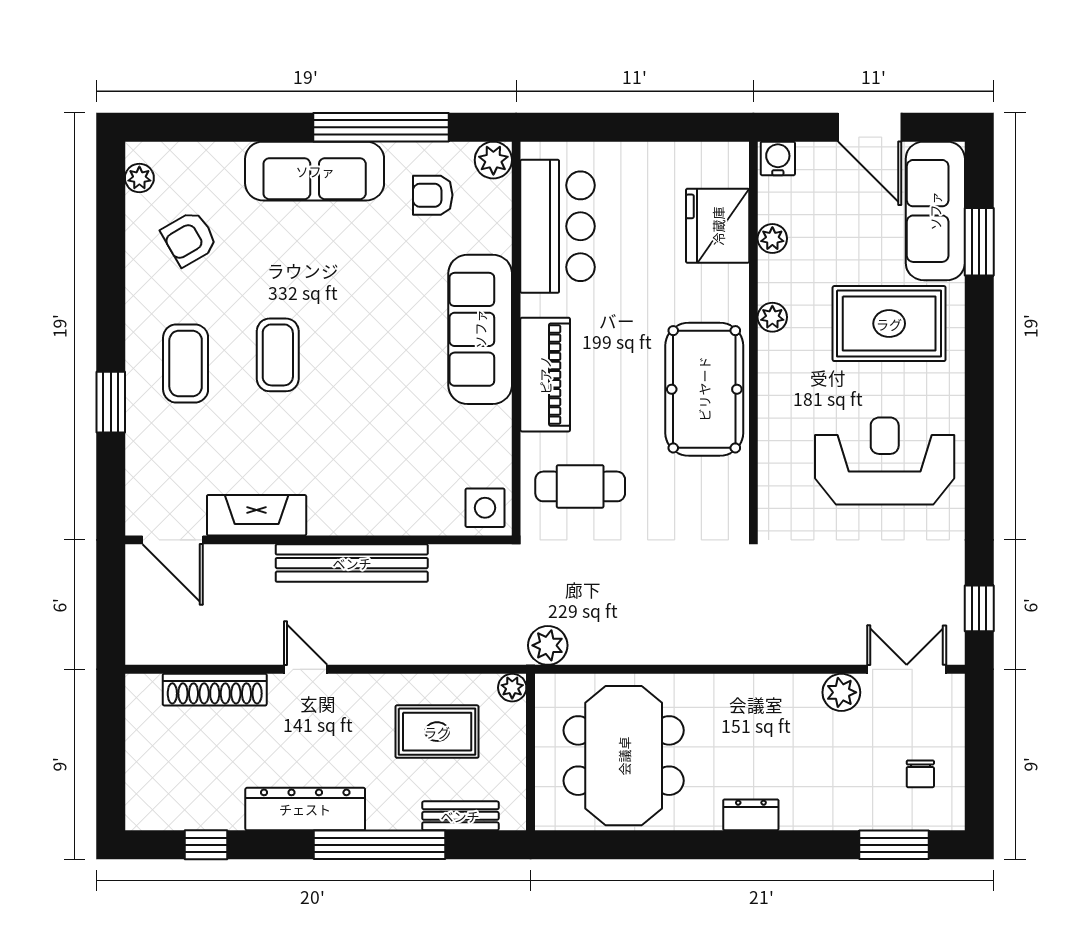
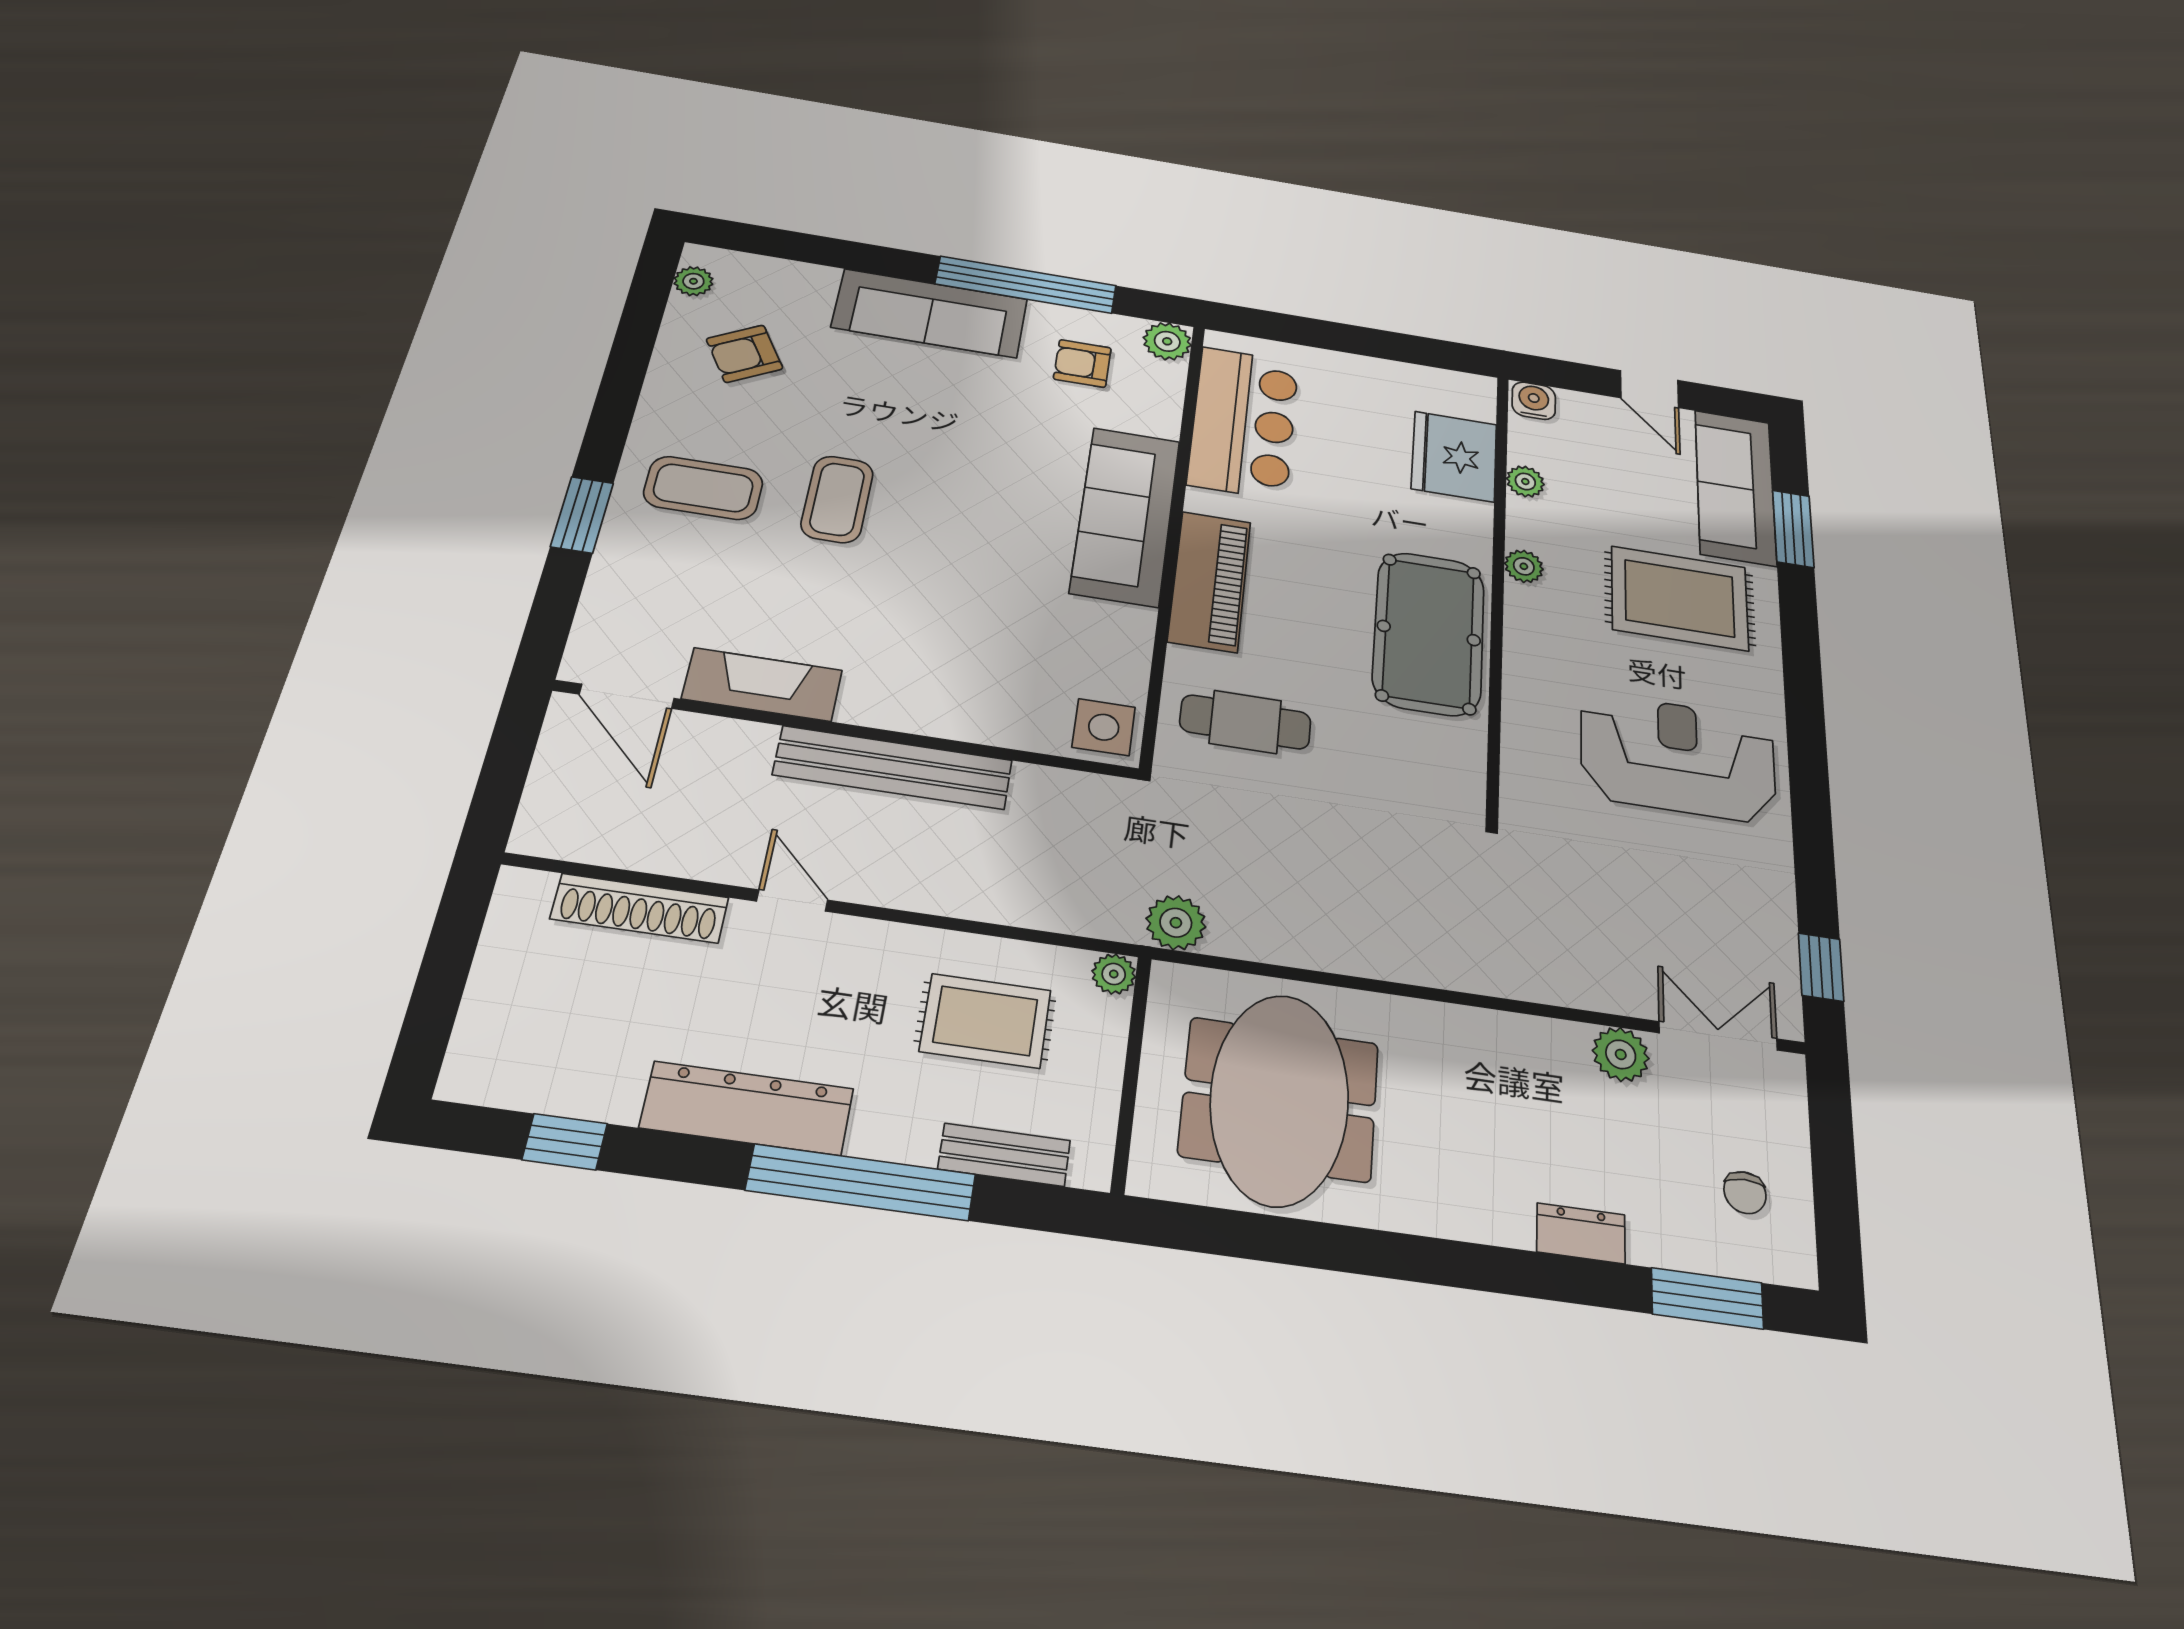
door: (870, 127) -> (1650, 389), width x0.73
coffee table: (186, 363) -> (703, 488), turned 90
dresser: (751, 815) -> (1581, 1233), moved

